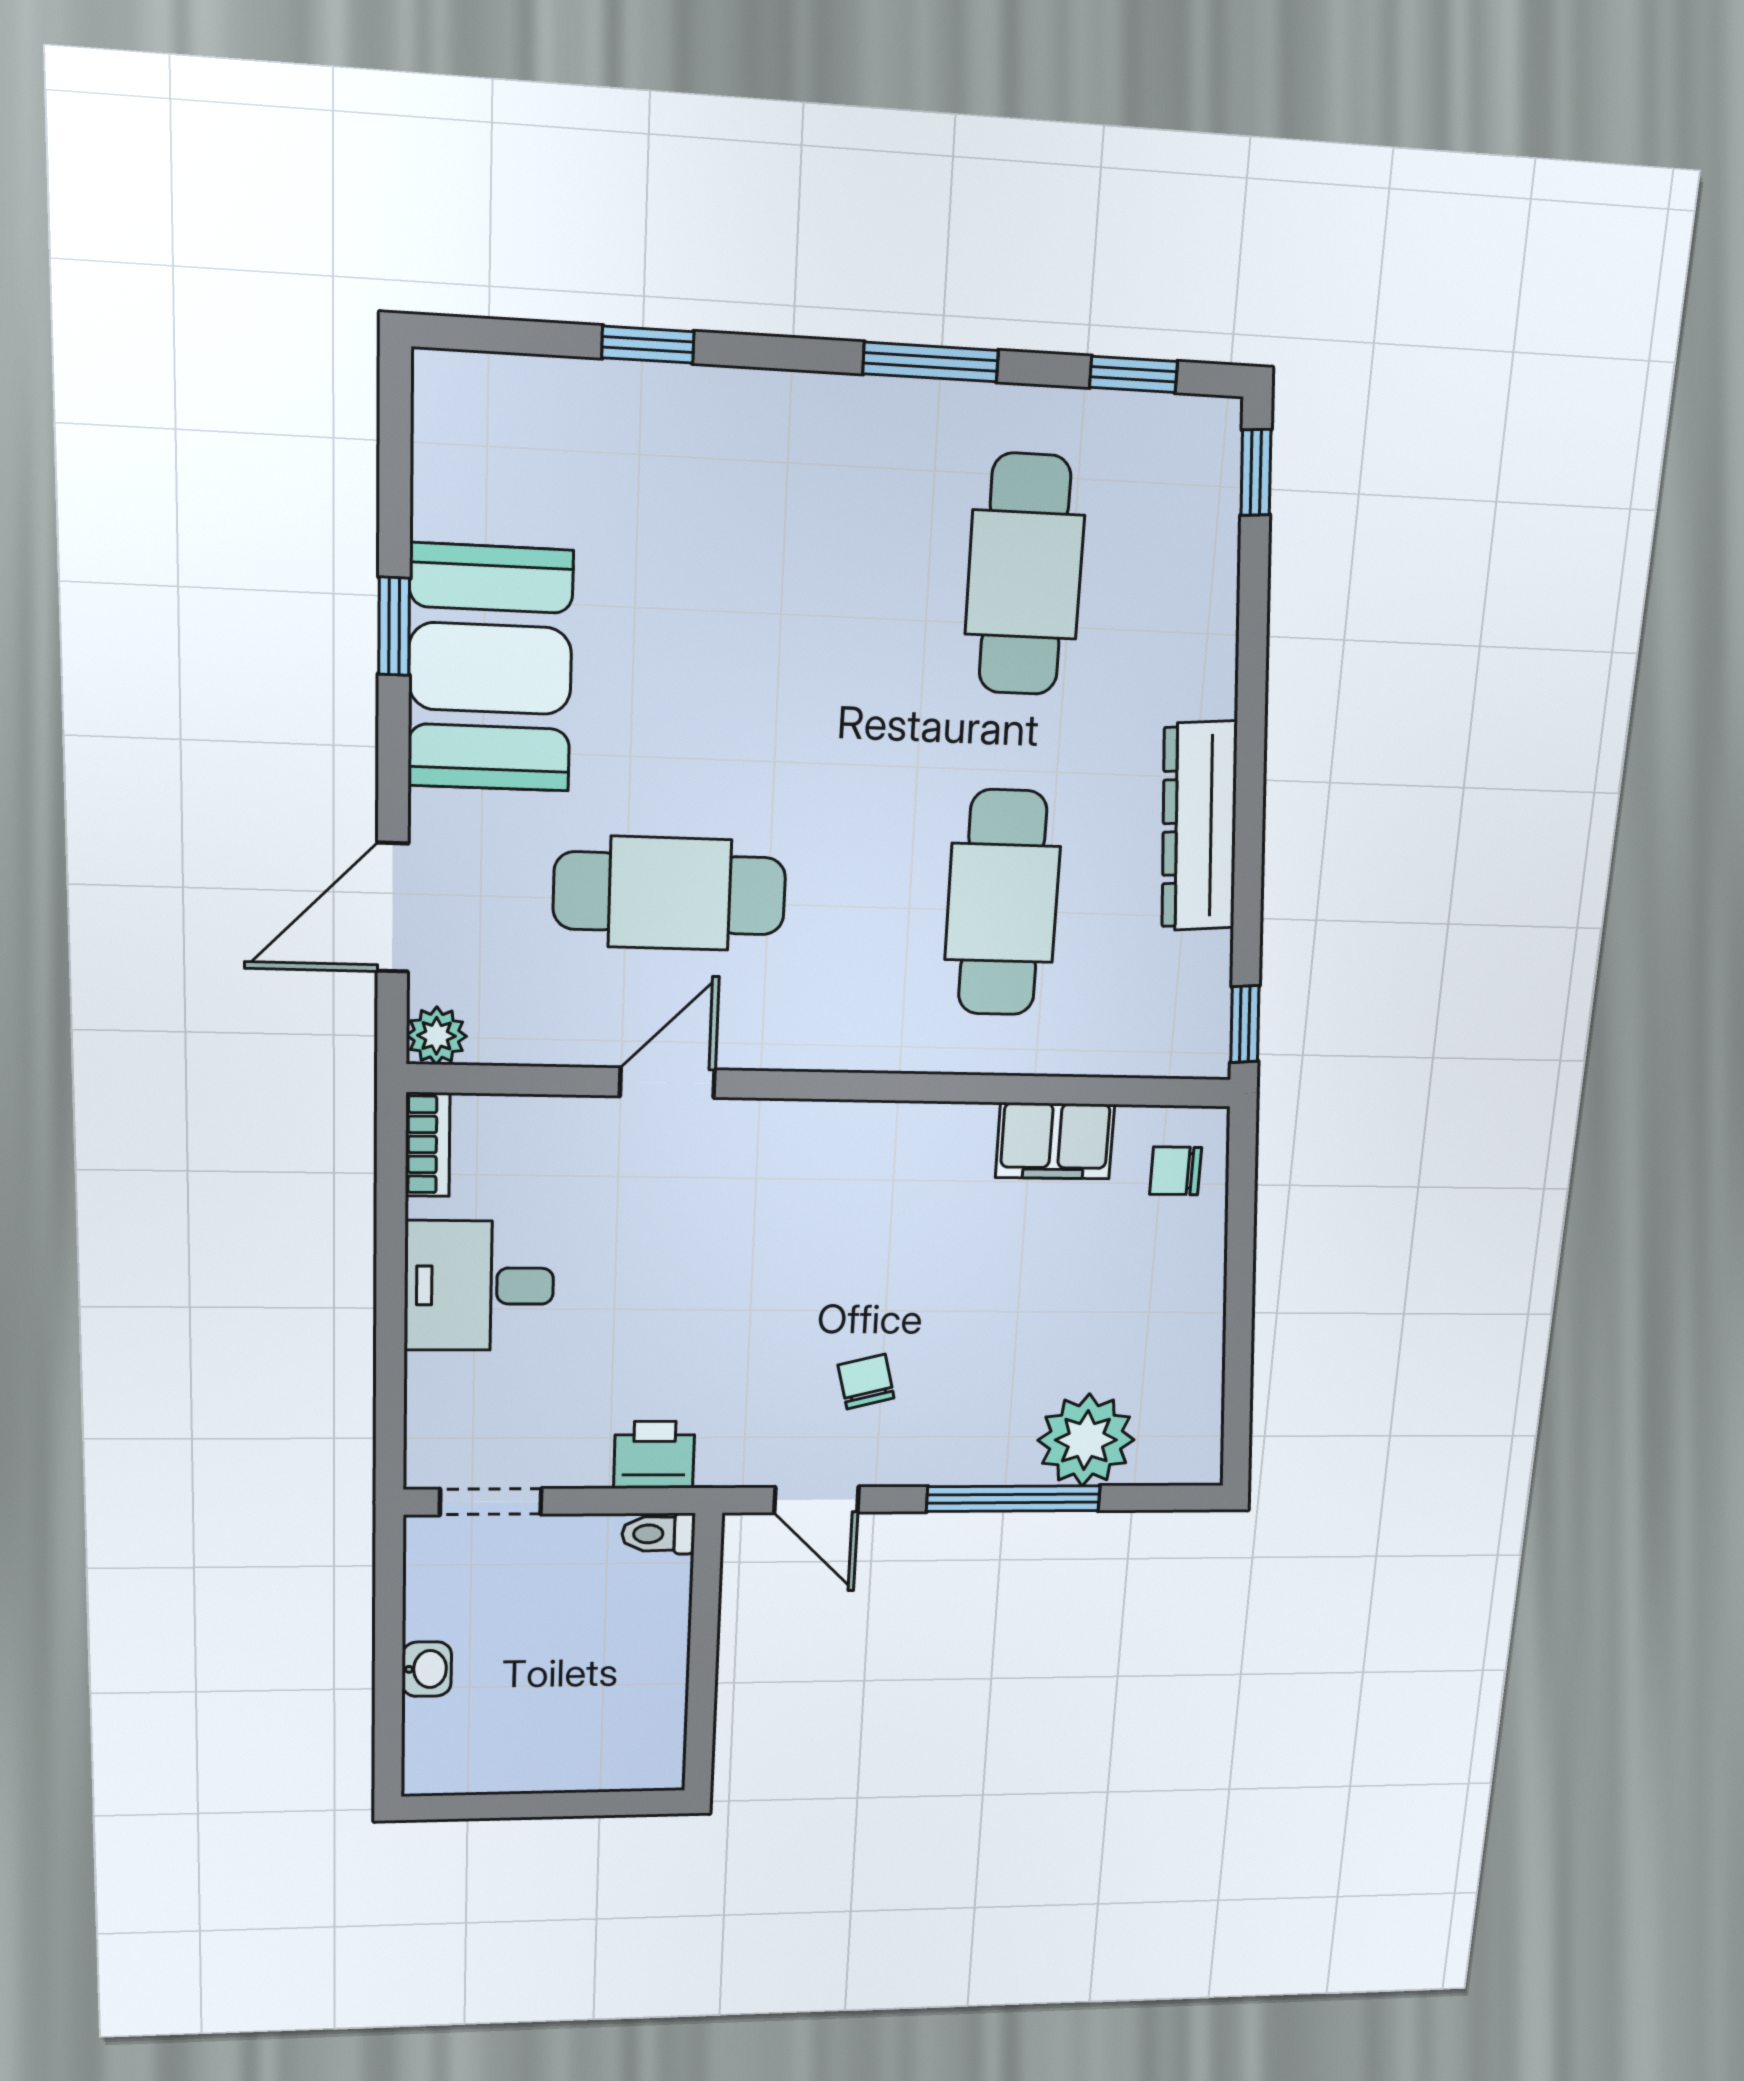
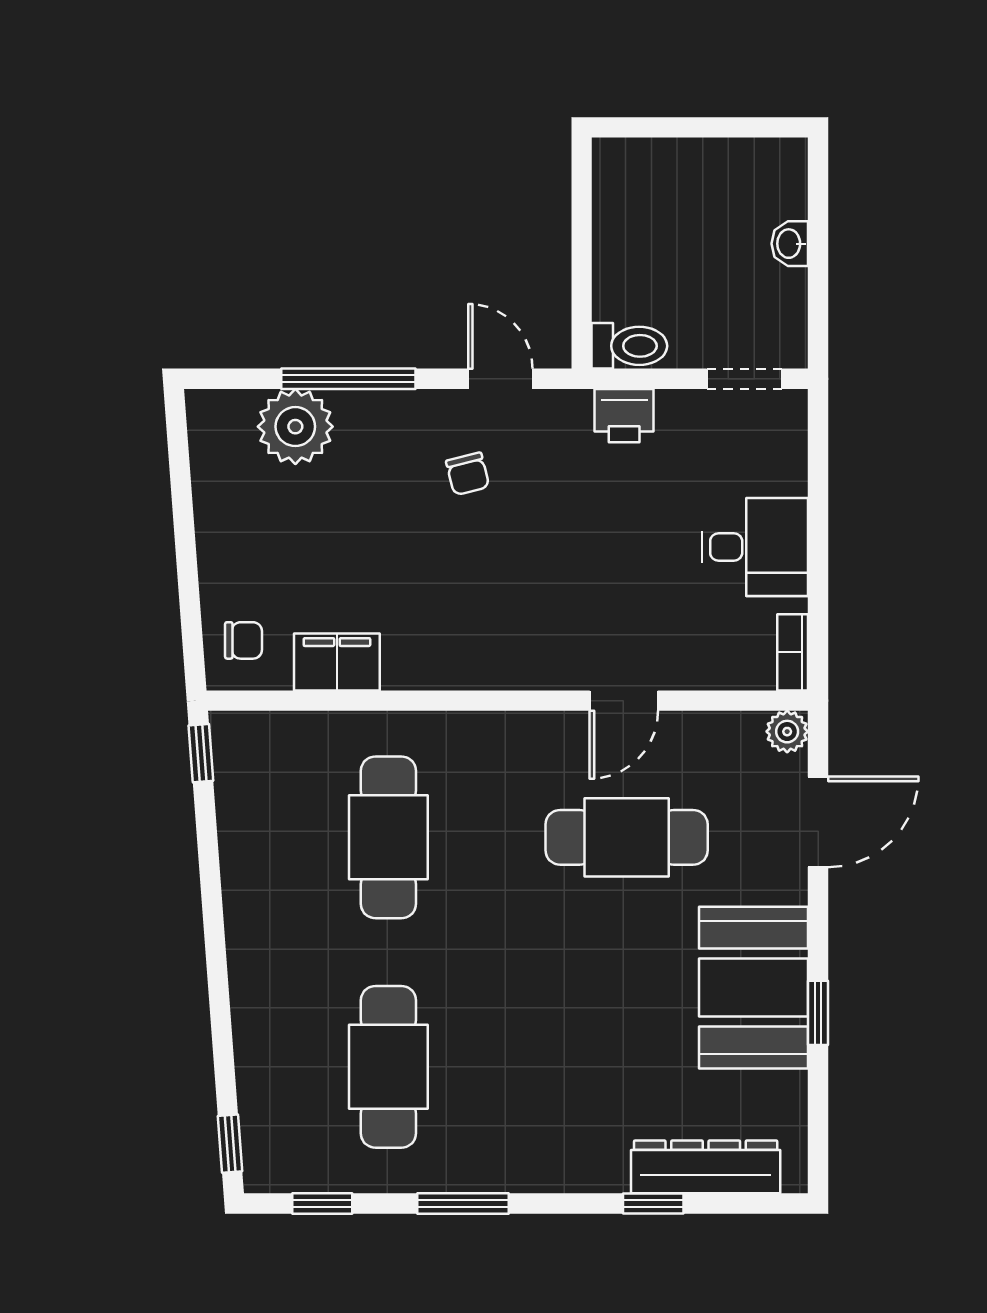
dresser: (1199, 826) -> (706, 1167), moved, turned -86
toilet: (658, 1534) -> (629, 346), width x1.37, depth x1.39

